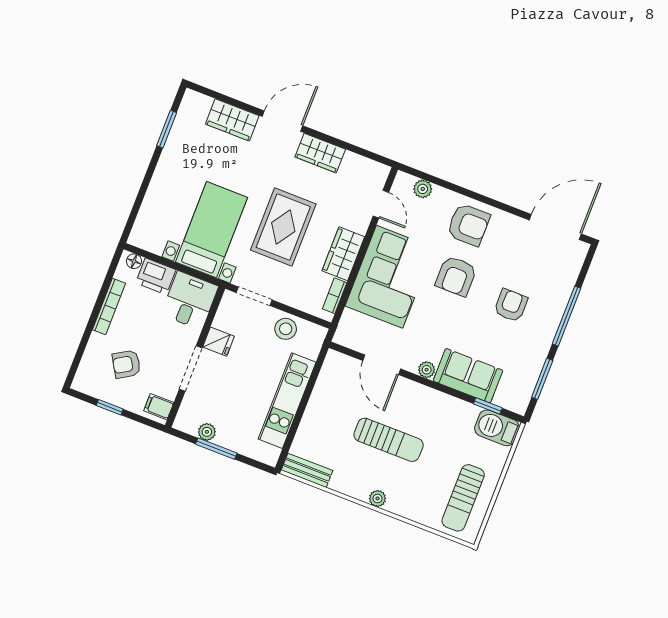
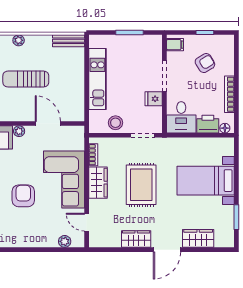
armchair: (468, 225) -> (28, 230), removed
bed with nightstands: (212, 230) -> (206, 181), moved, turned 90
plant: (207, 432) -> (139, 41), removed

